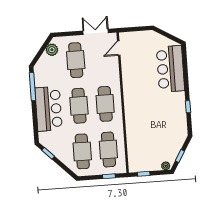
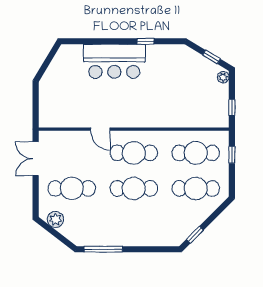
door: (119, 48) -> (100, 129), moved
bar counter: (170, 69) -> (114, 61), moved
bar counter: (49, 109) -> (135, 230), removed

